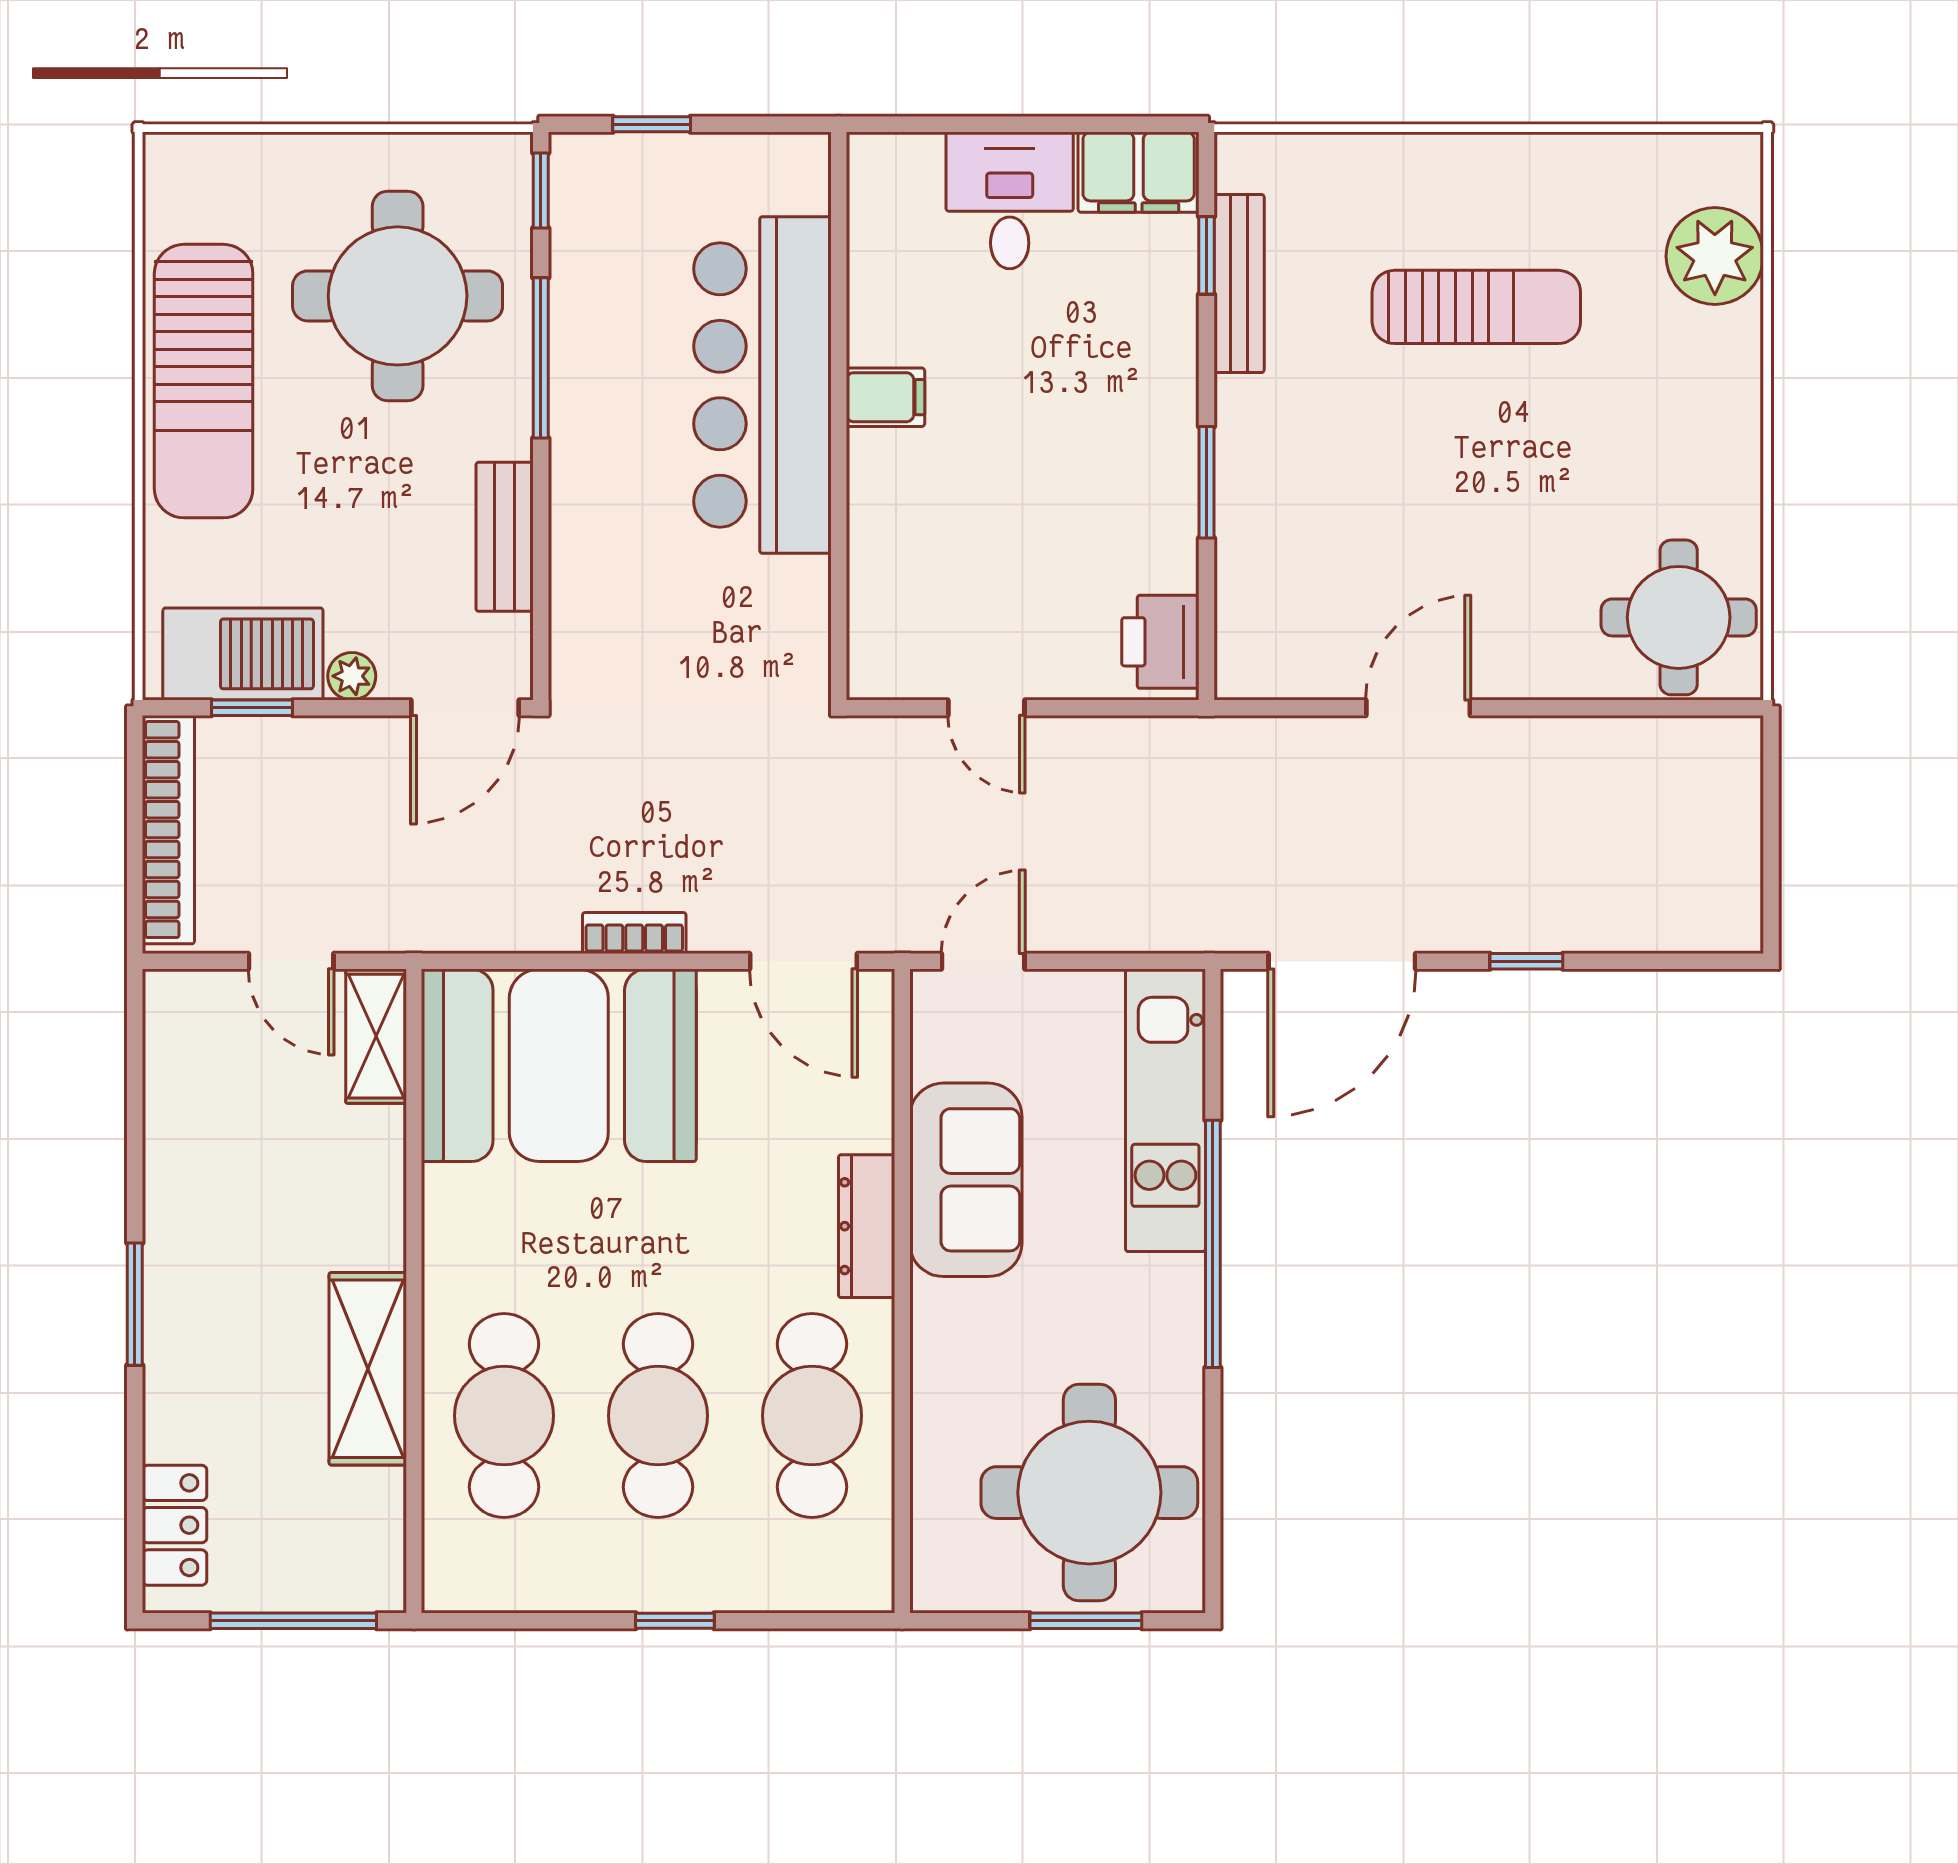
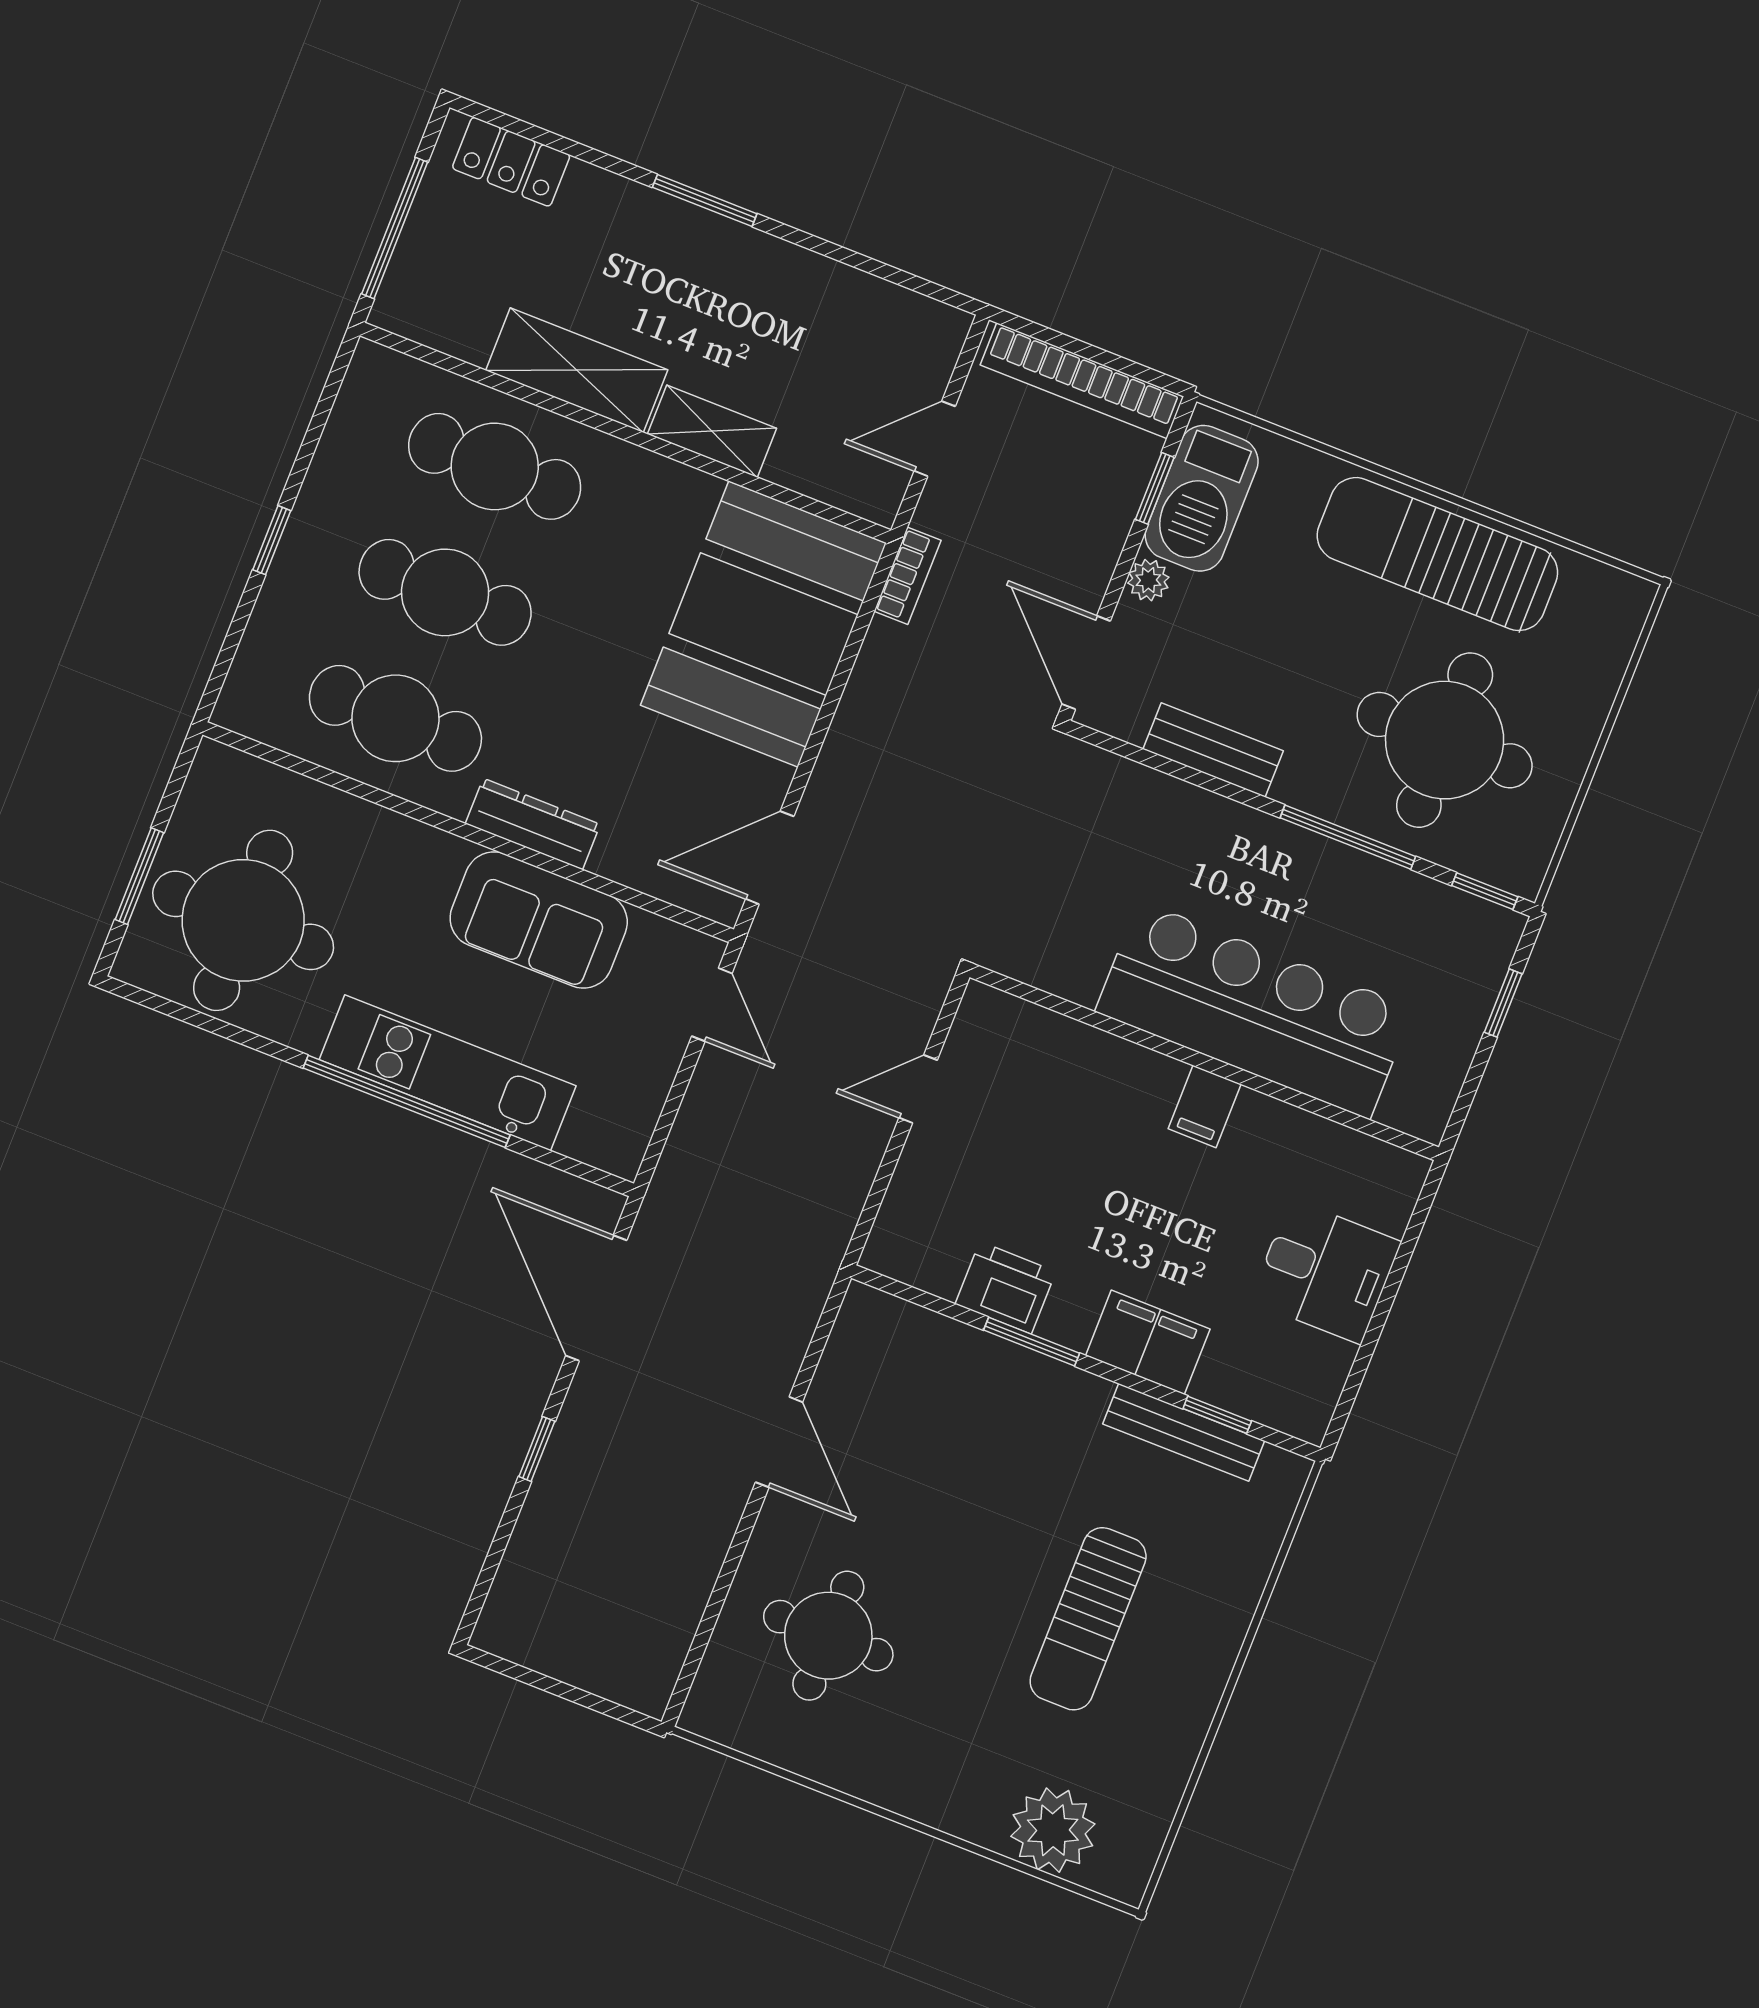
filing cabinet: (1139, 172) -> (1148, 1342), moved, turned 90
round table: (1679, 617) -> (828, 1636), moved
printer: (1160, 642) -> (1005, 1288), moved
bookcase: (634, 933) -> (907, 576), moved
shelving: (376, 1036) -> (712, 431), moved
kitchen unit: (1165, 1110) -> (448, 1073), moved

